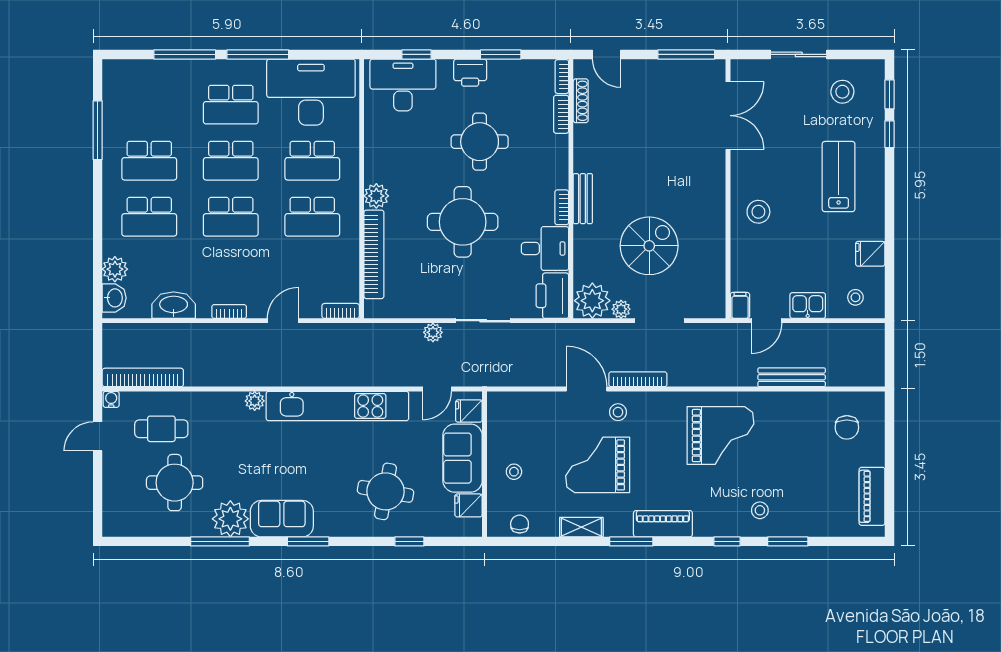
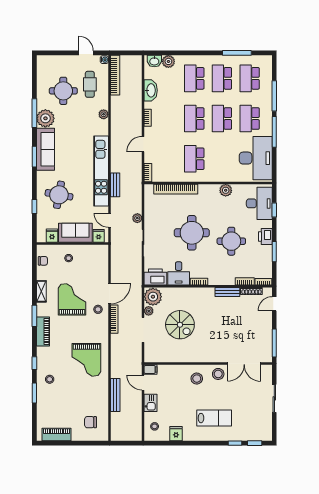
stool: (842, 92) -> (218, 374), moved
school desk: (312, 161) -> (250, 78), moved
plant: (376, 196) -> (226, 190), moved
bench: (583, 199) -> (227, 292), moved
door: (283, 321) -> (143, 144), swing flipped
bench: (365, 377) -> (115, 185), added
plant: (255, 401) -> (104, 114), moved
sofa: (282, 519) -> (46, 149), width x1.36

